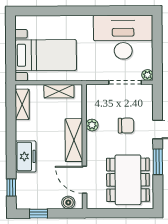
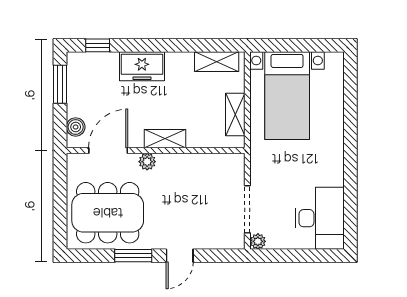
desk: (123, 37) -> (320, 218), width x0.73, depth x0.77
plant: (92, 125) -> (147, 162), moved
chair: (126, 126) -> (185, 210), removed
shelving: (74, 140) -> (165, 139), width x0.67, depth x0.75
window: (38, 214) -> (60, 84), width x1.50

